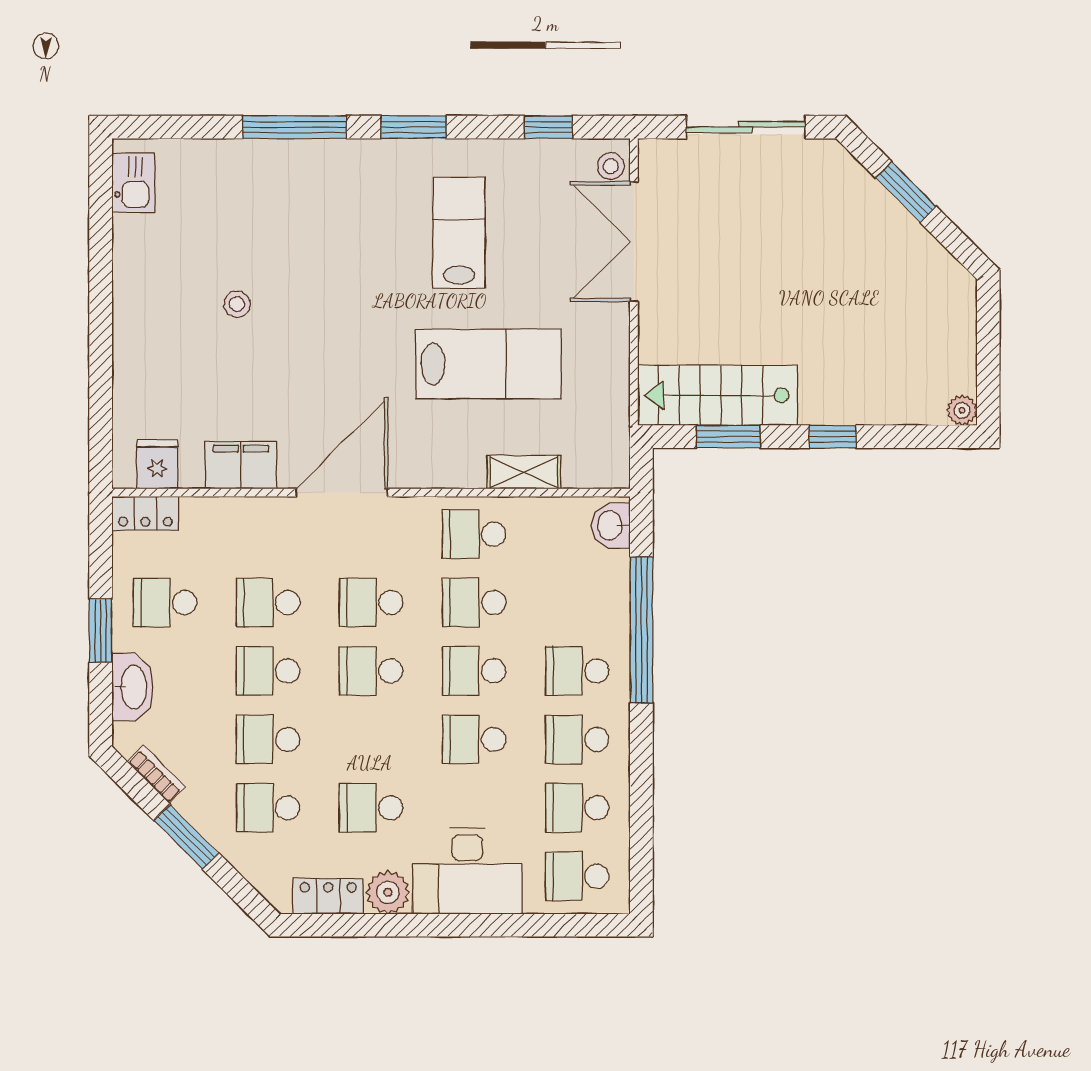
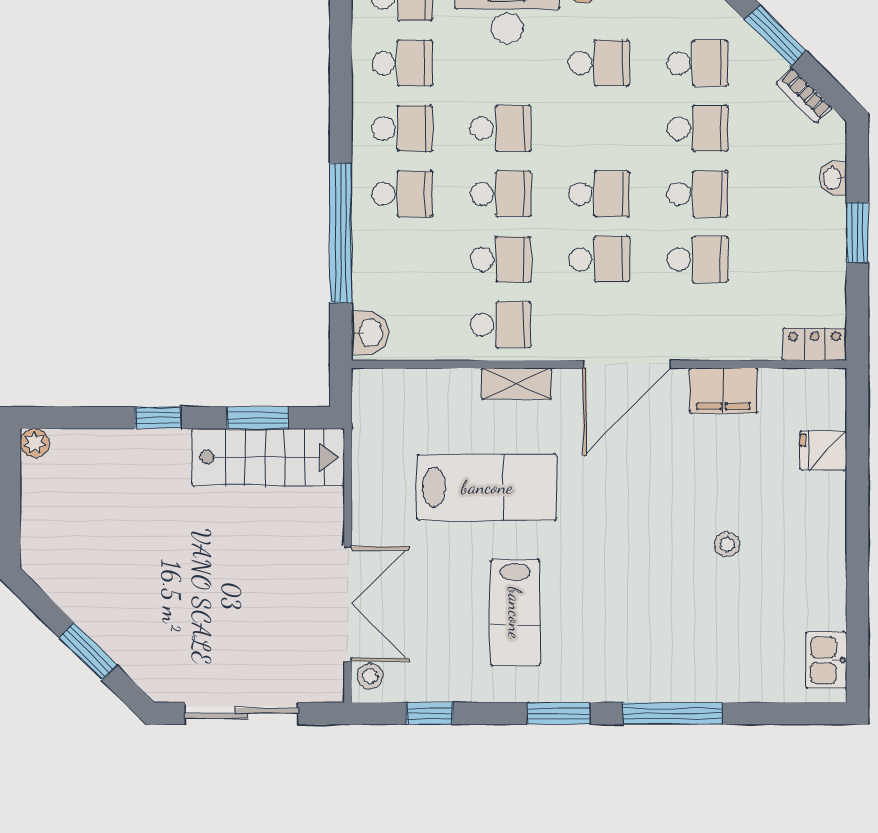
lab bench: (488, 364) -> (487, 487), turned 180
fridge: (157, 464) -> (823, 450), moved, turned 90
shelving: (524, 472) -> (516, 384), moved
school desk: (165, 602) -> (796, 259), removed
washbasin: (133, 687) -> (833, 178), width x0.52, depth x0.69

